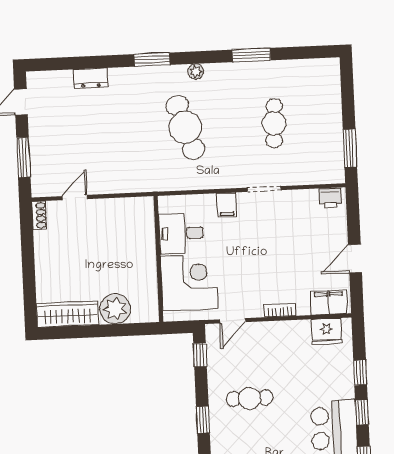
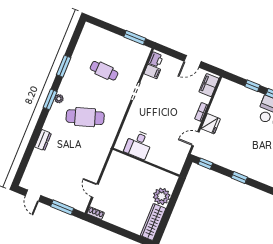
window: (152, 60) -> (50, 99), moved
dresser: (91, 78) -> (43, 140), moved
filing cabinet: (227, 205) -> (152, 72), moved
door: (355, 259) -> (193, 61), hinge flipped
corner desk: (189, 283) -> (166, 152), removed
door: (233, 321) -> (196, 139), swing flipped
fridge: (326, 331) -> (211, 124), moved
cafe table: (250, 398) -> (239, 148), removed

